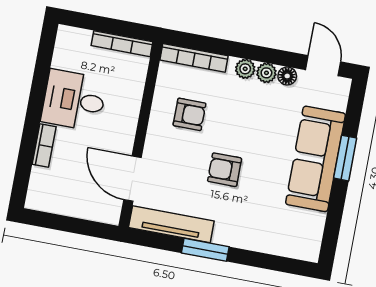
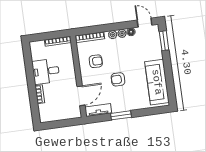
window: (345, 158) -> (164, 41), moved
sofa: (315, 159) -> (157, 82), moved
door: (133, 179) -> (81, 96), swing flipped
tv unit: (171, 224) -> (98, 110), width x0.71

